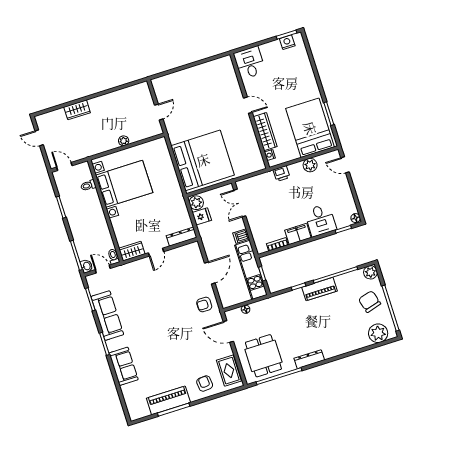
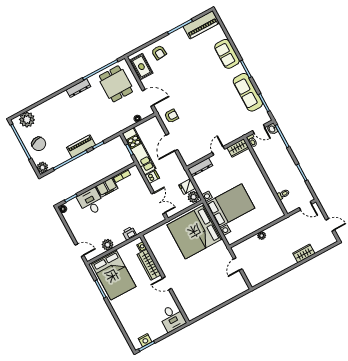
bed with nightstands: (124, 184) -> (230, 205), moved, turned 180
piano: (168, 400) -> (201, 25), moved

